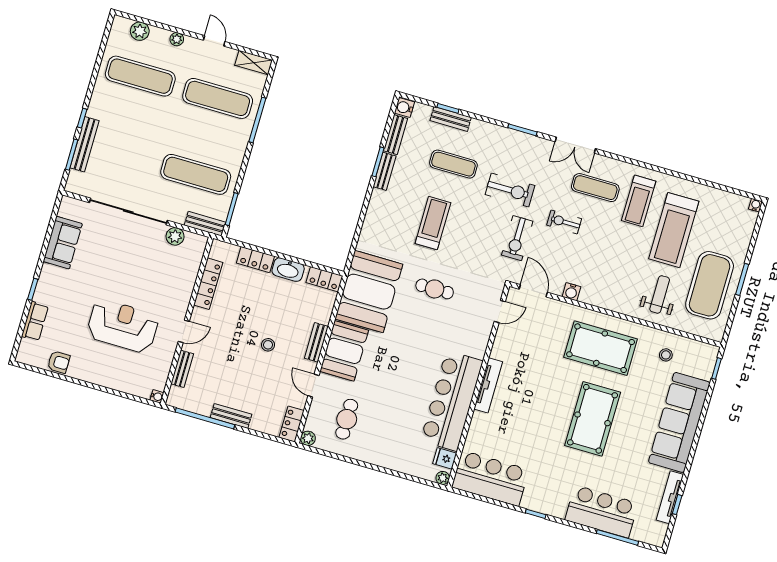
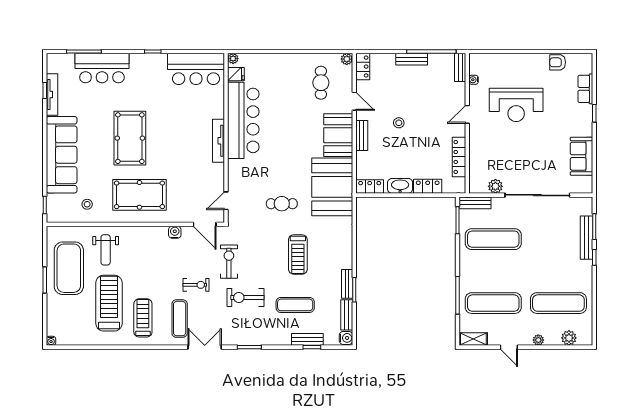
exercise mat: (595, 188) -> (180, 319), turned 90
bench: (182, 369) -> (460, 67), moved
water cooler: (157, 396) -> (474, 80), moved

